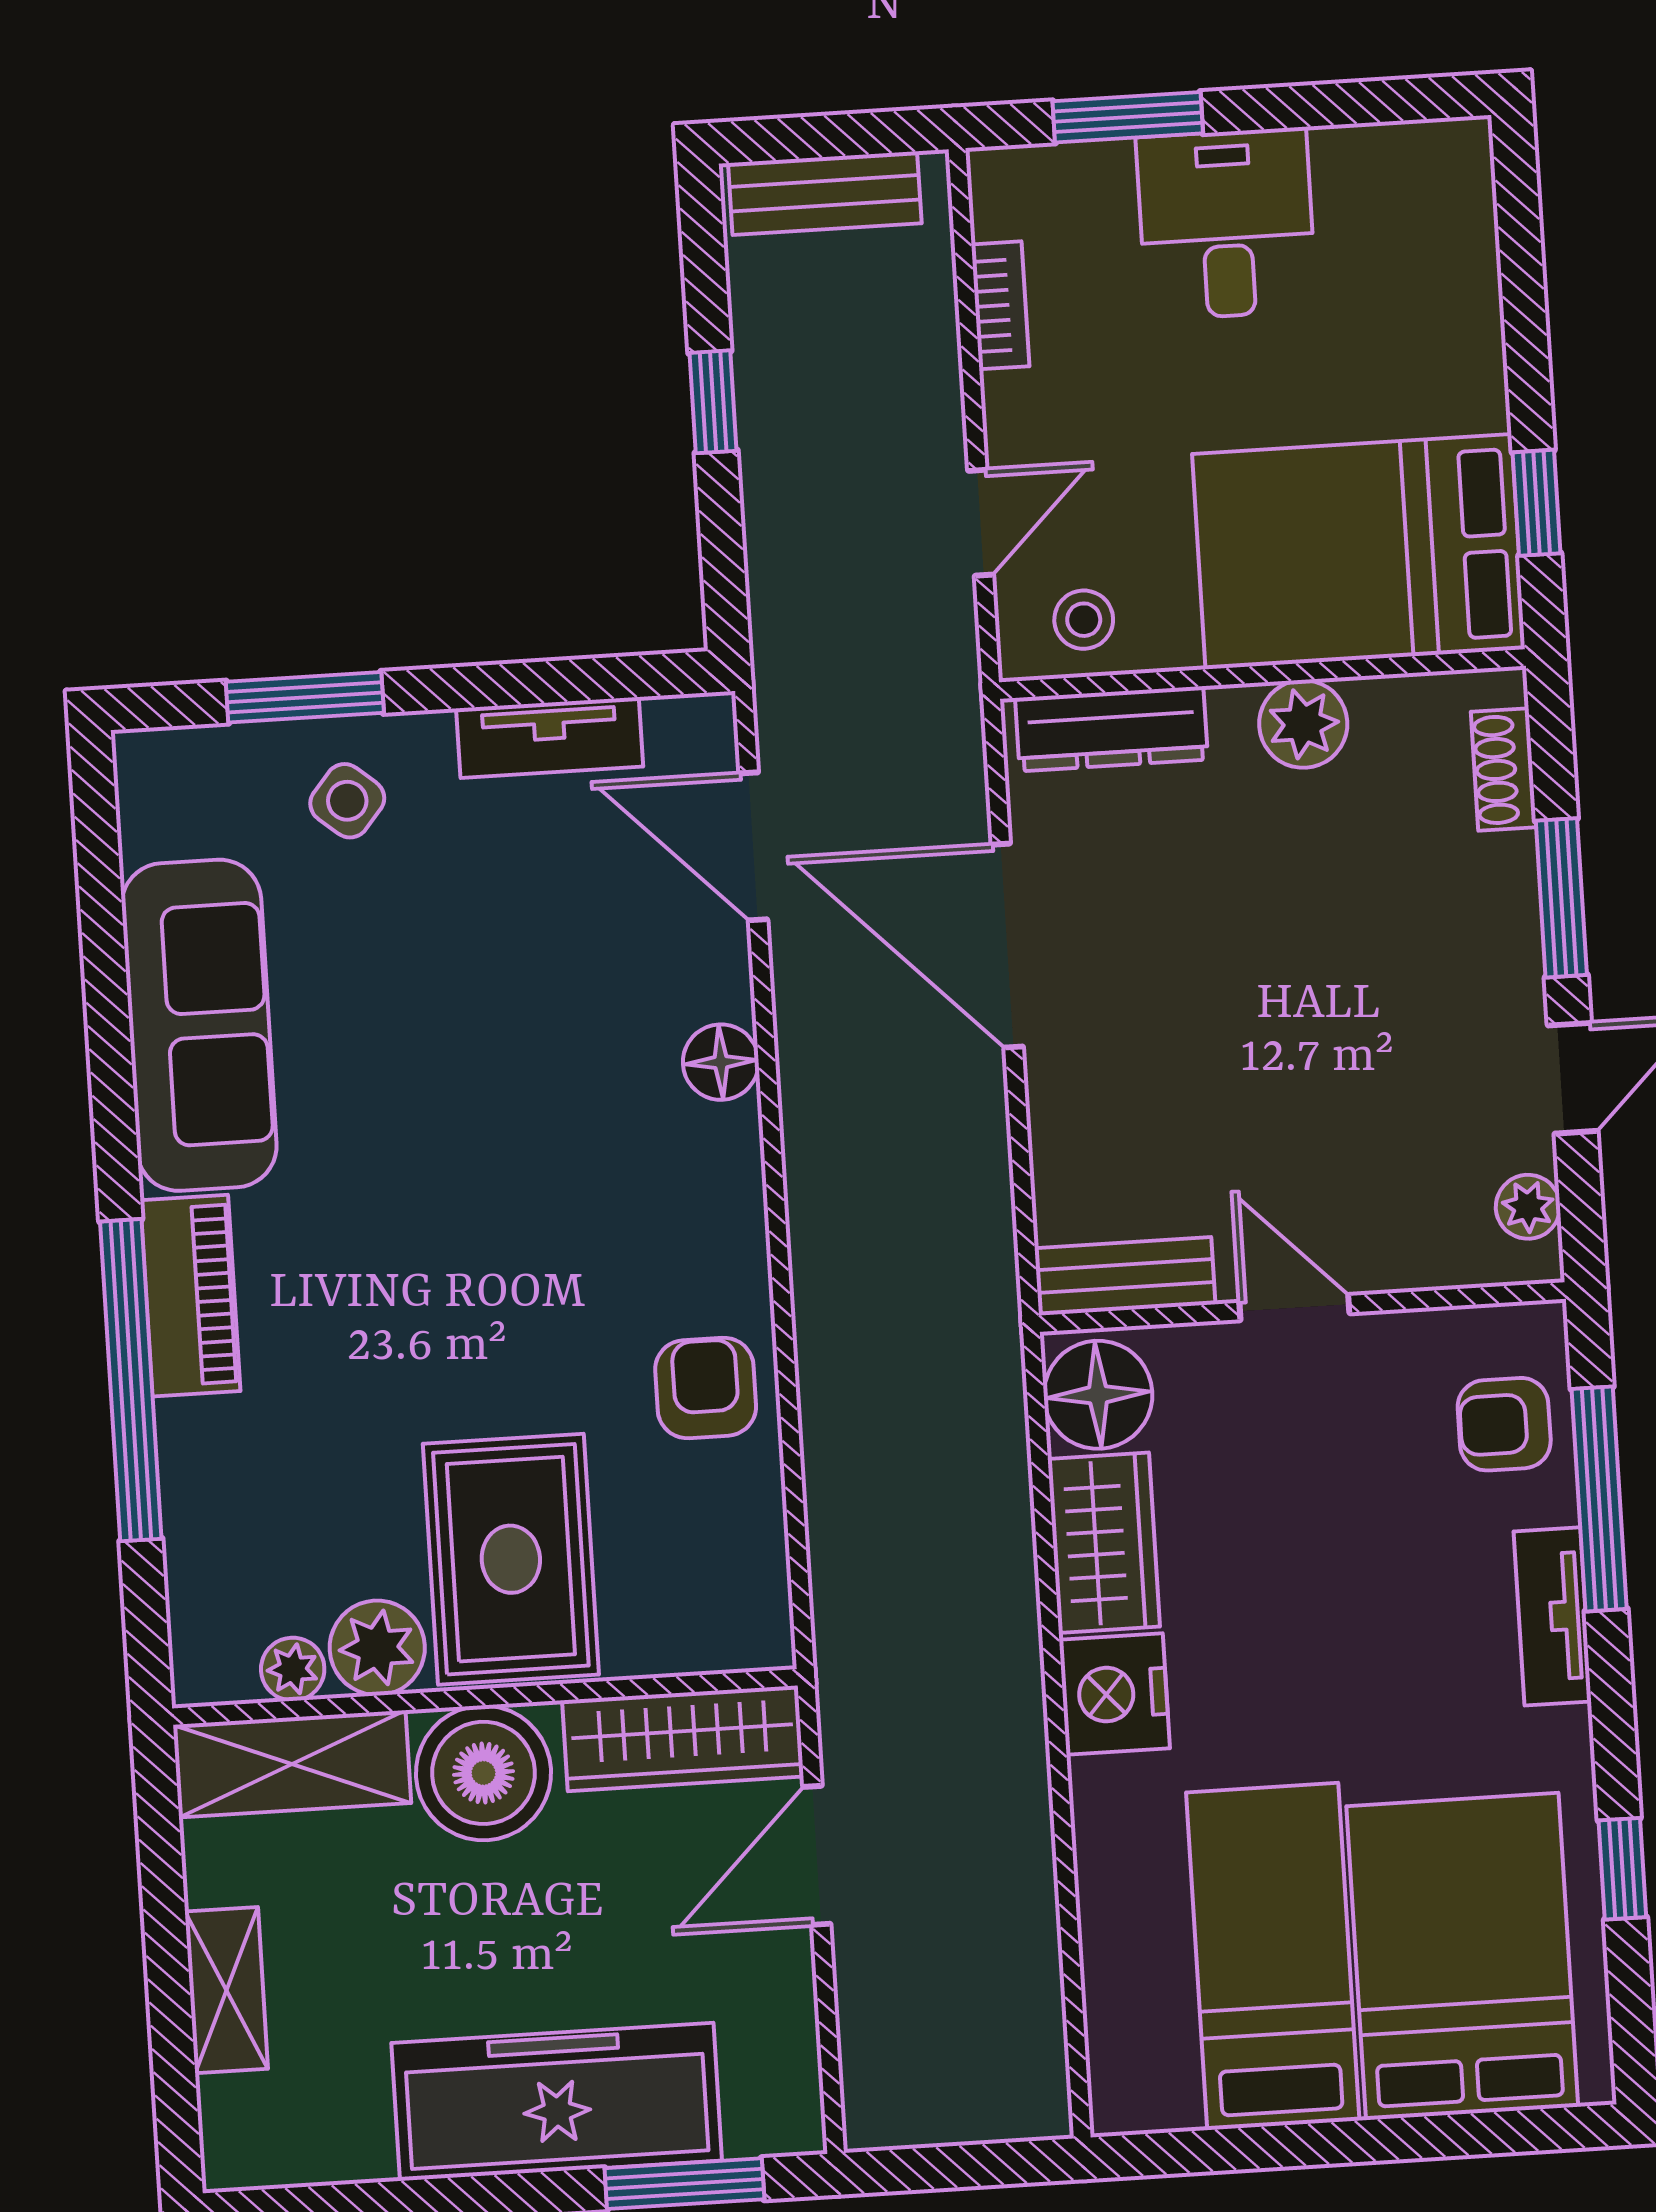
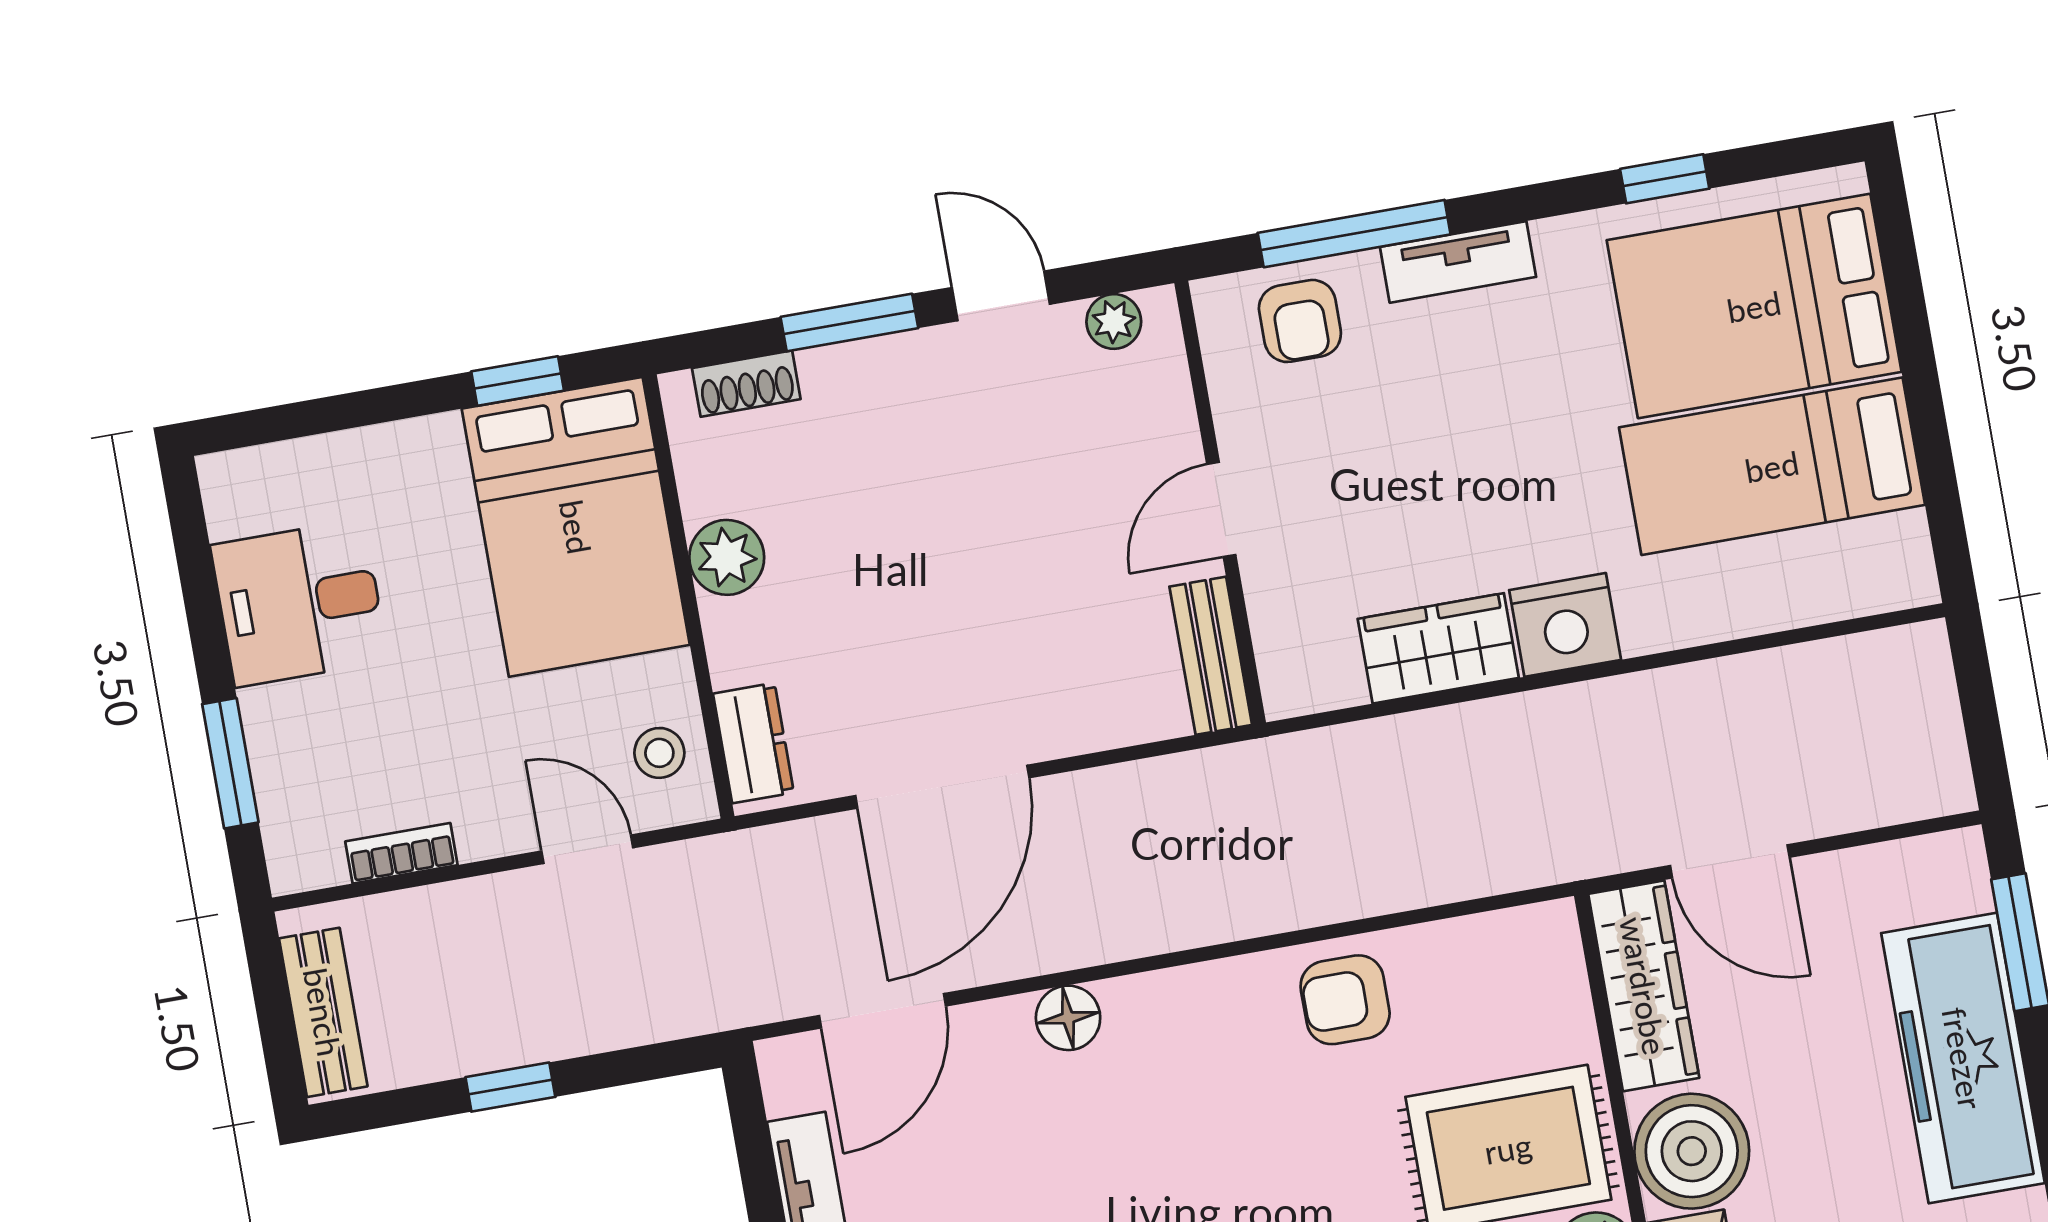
desk: (1226, 224) -> (299, 603), moved
dresser: (1111, 729) -> (753, 743), width x0.70
floor lamp: (1098, 1395) -> (1314, 667), removed

